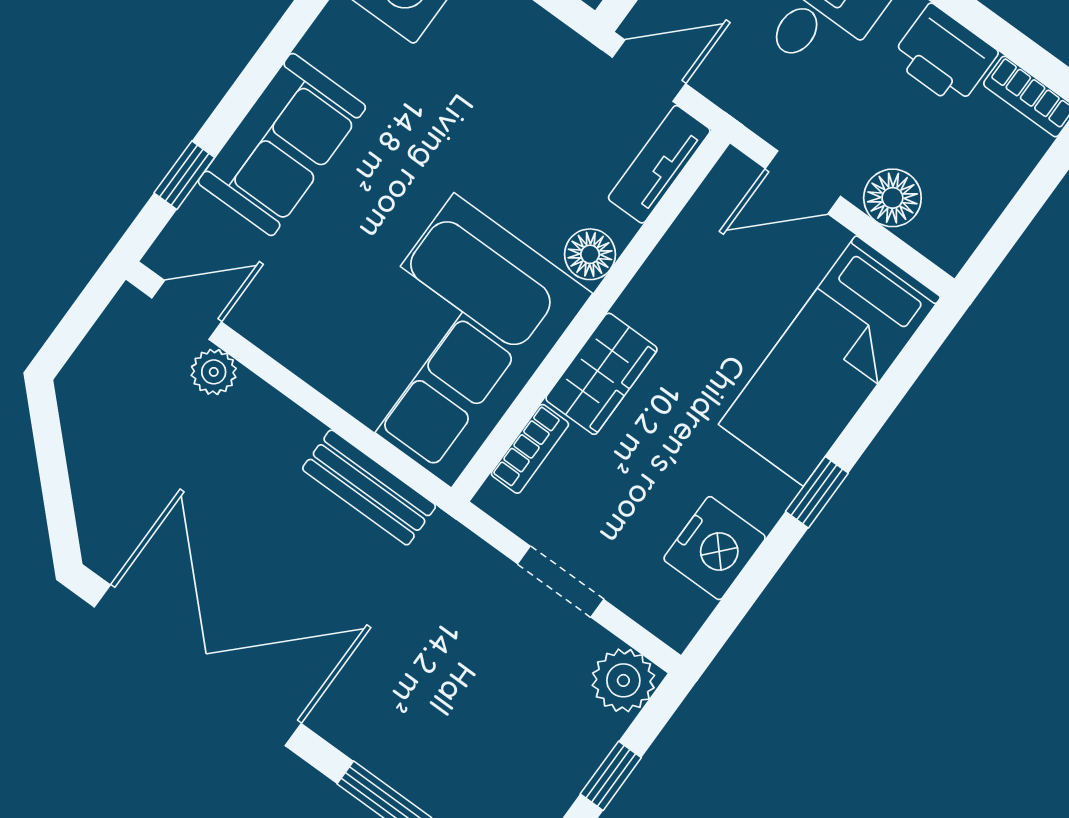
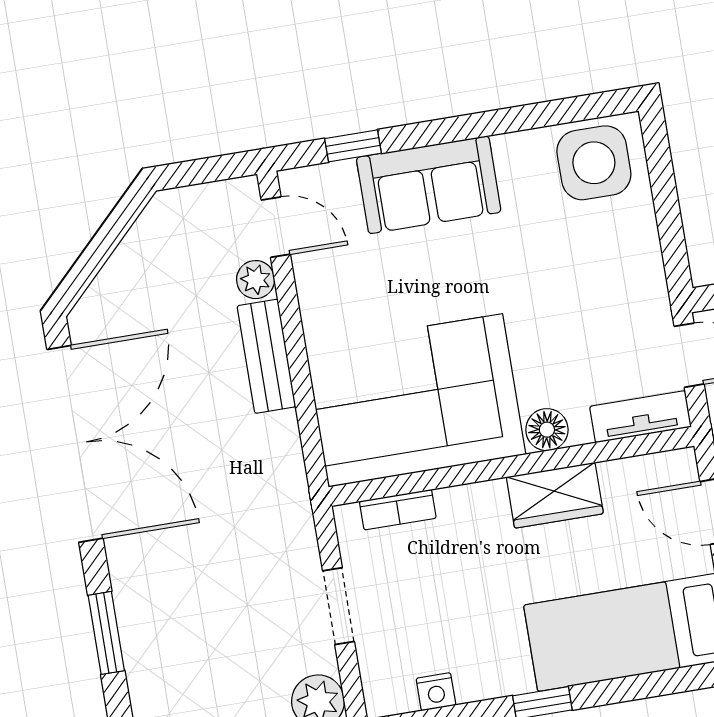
wardrobe: (601, 374) -> (555, 495), moved
bench: (369, 487) -> (266, 356), moved
nightstand: (715, 548) -> (436, 692), width x0.53, depth x0.56

